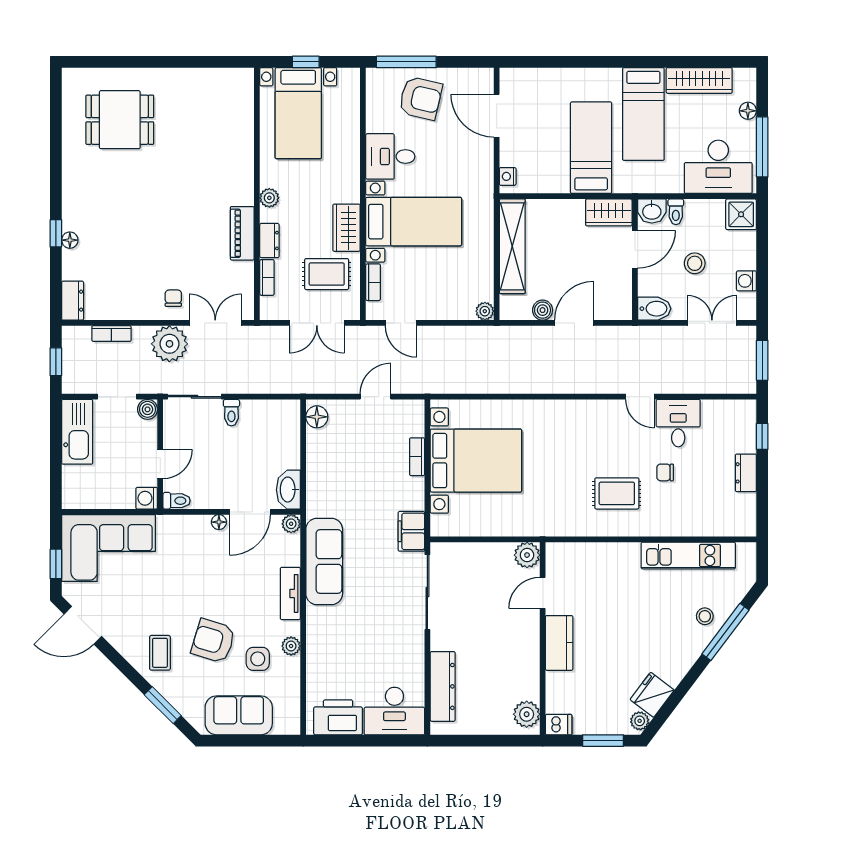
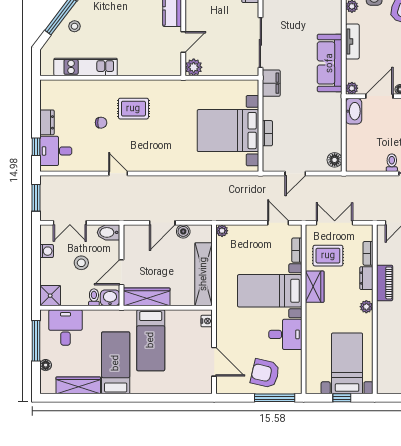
desk: (718, 167) -> (65, 327), width x0.73
wardrobe: (609, 212) -> (147, 297), width x1.50
desk: (678, 423) -> (56, 151), moved, turned 90

